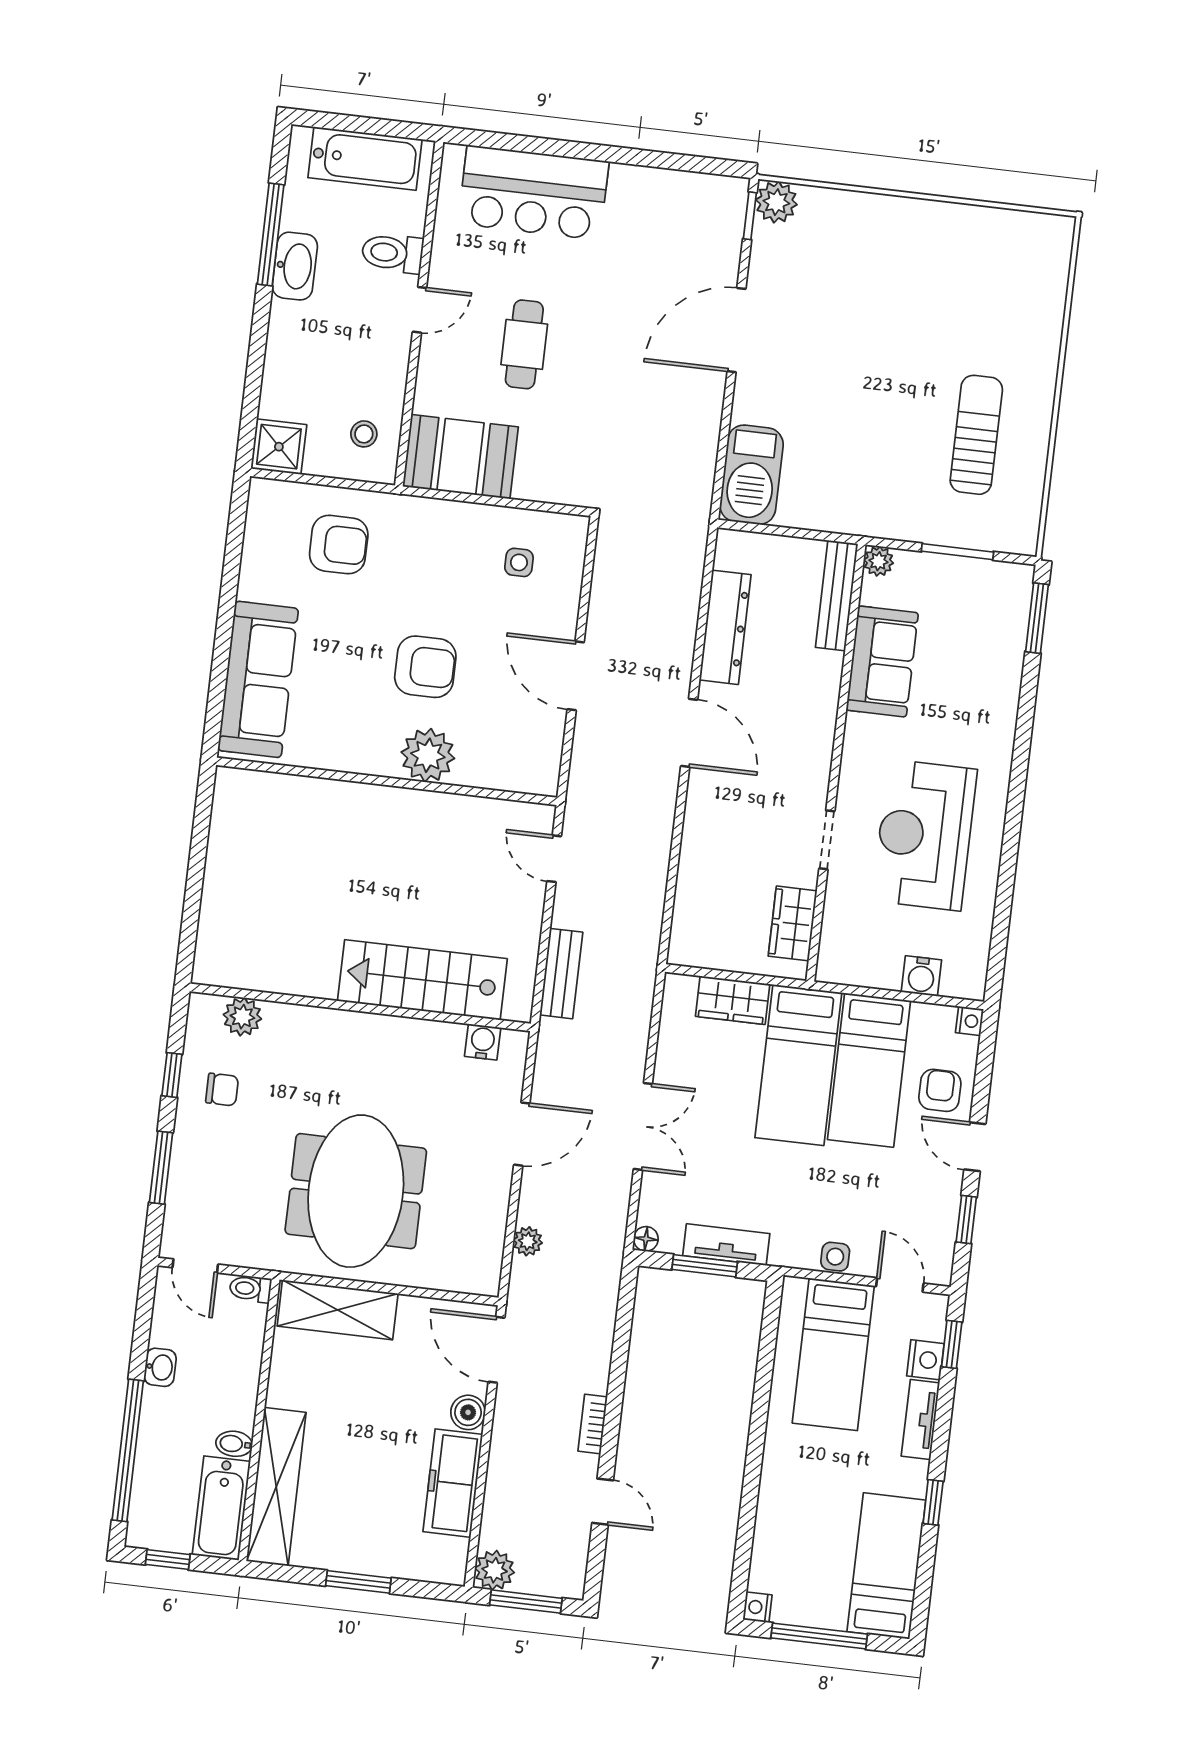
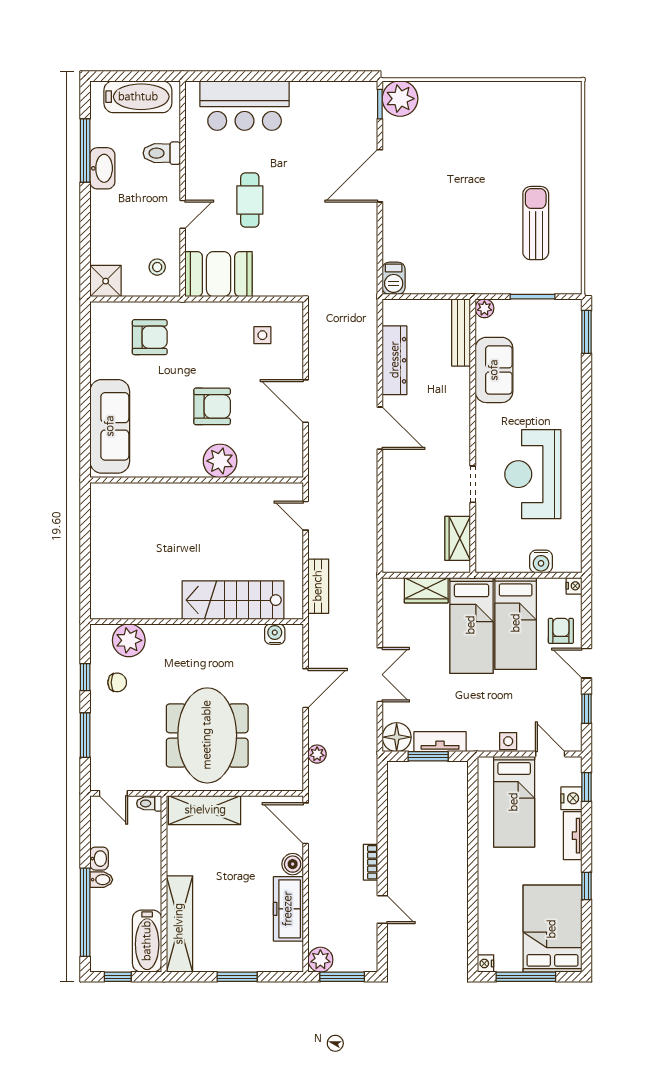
plant: (776, 202) -> (400, 99), width x1.36, depth x1.36
door: (420, 310) -> (183, 214), moved
barbecue: (751, 475) -> (394, 278), width x0.53, depth x0.65
plant: (242, 1017) -> (129, 640), width x1.36, depth x1.36
floor lamp: (646, 1239) -> (397, 737), width x1.89, depth x1.89
bidet: (234, 1444) -> (101, 880), moved, turned 180
bed: (886, 1566) -> (552, 929), width x1.50

